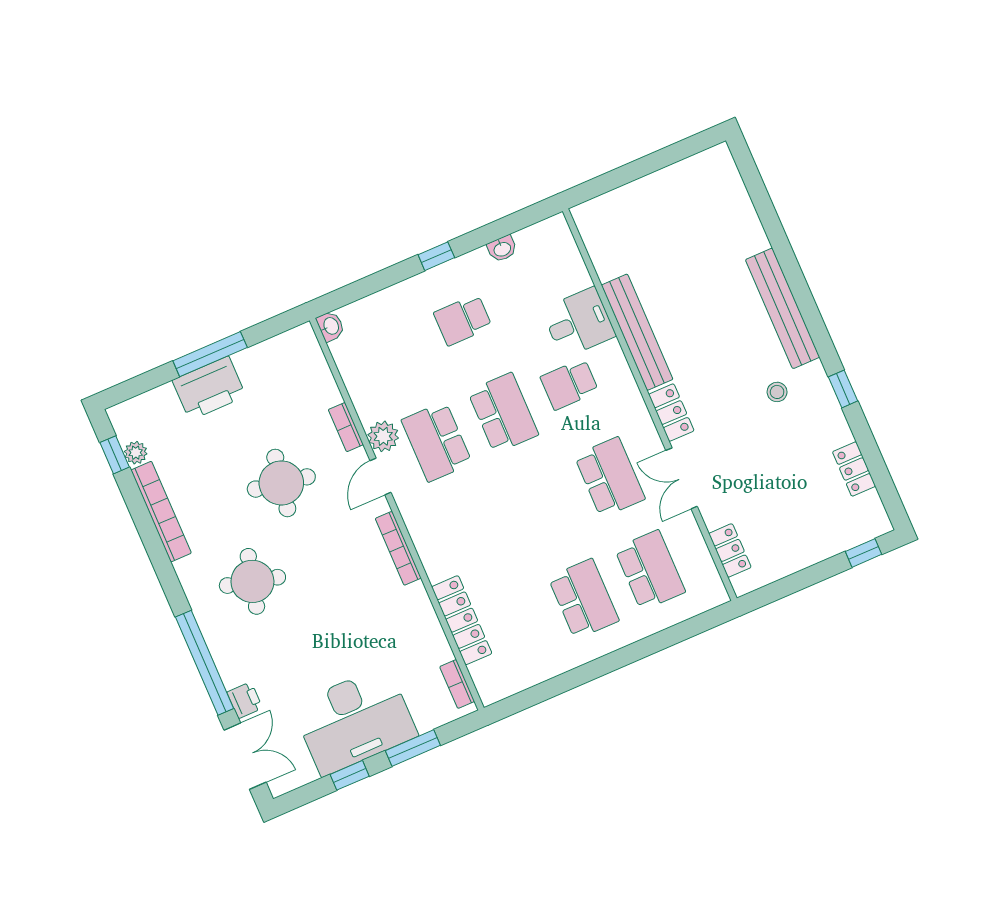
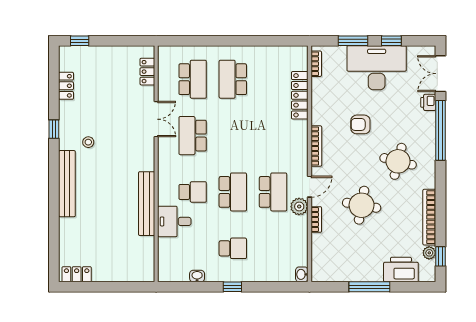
printer: (209, 388) -> (401, 270), moved
school desk: (503, 413) -> (233, 192), turned 180
locker: (671, 413) -> (77, 274), moved, turned 90
school desk: (650, 570) -> (193, 79), turned 180
armchair: (341, 615) -> (360, 124), added

